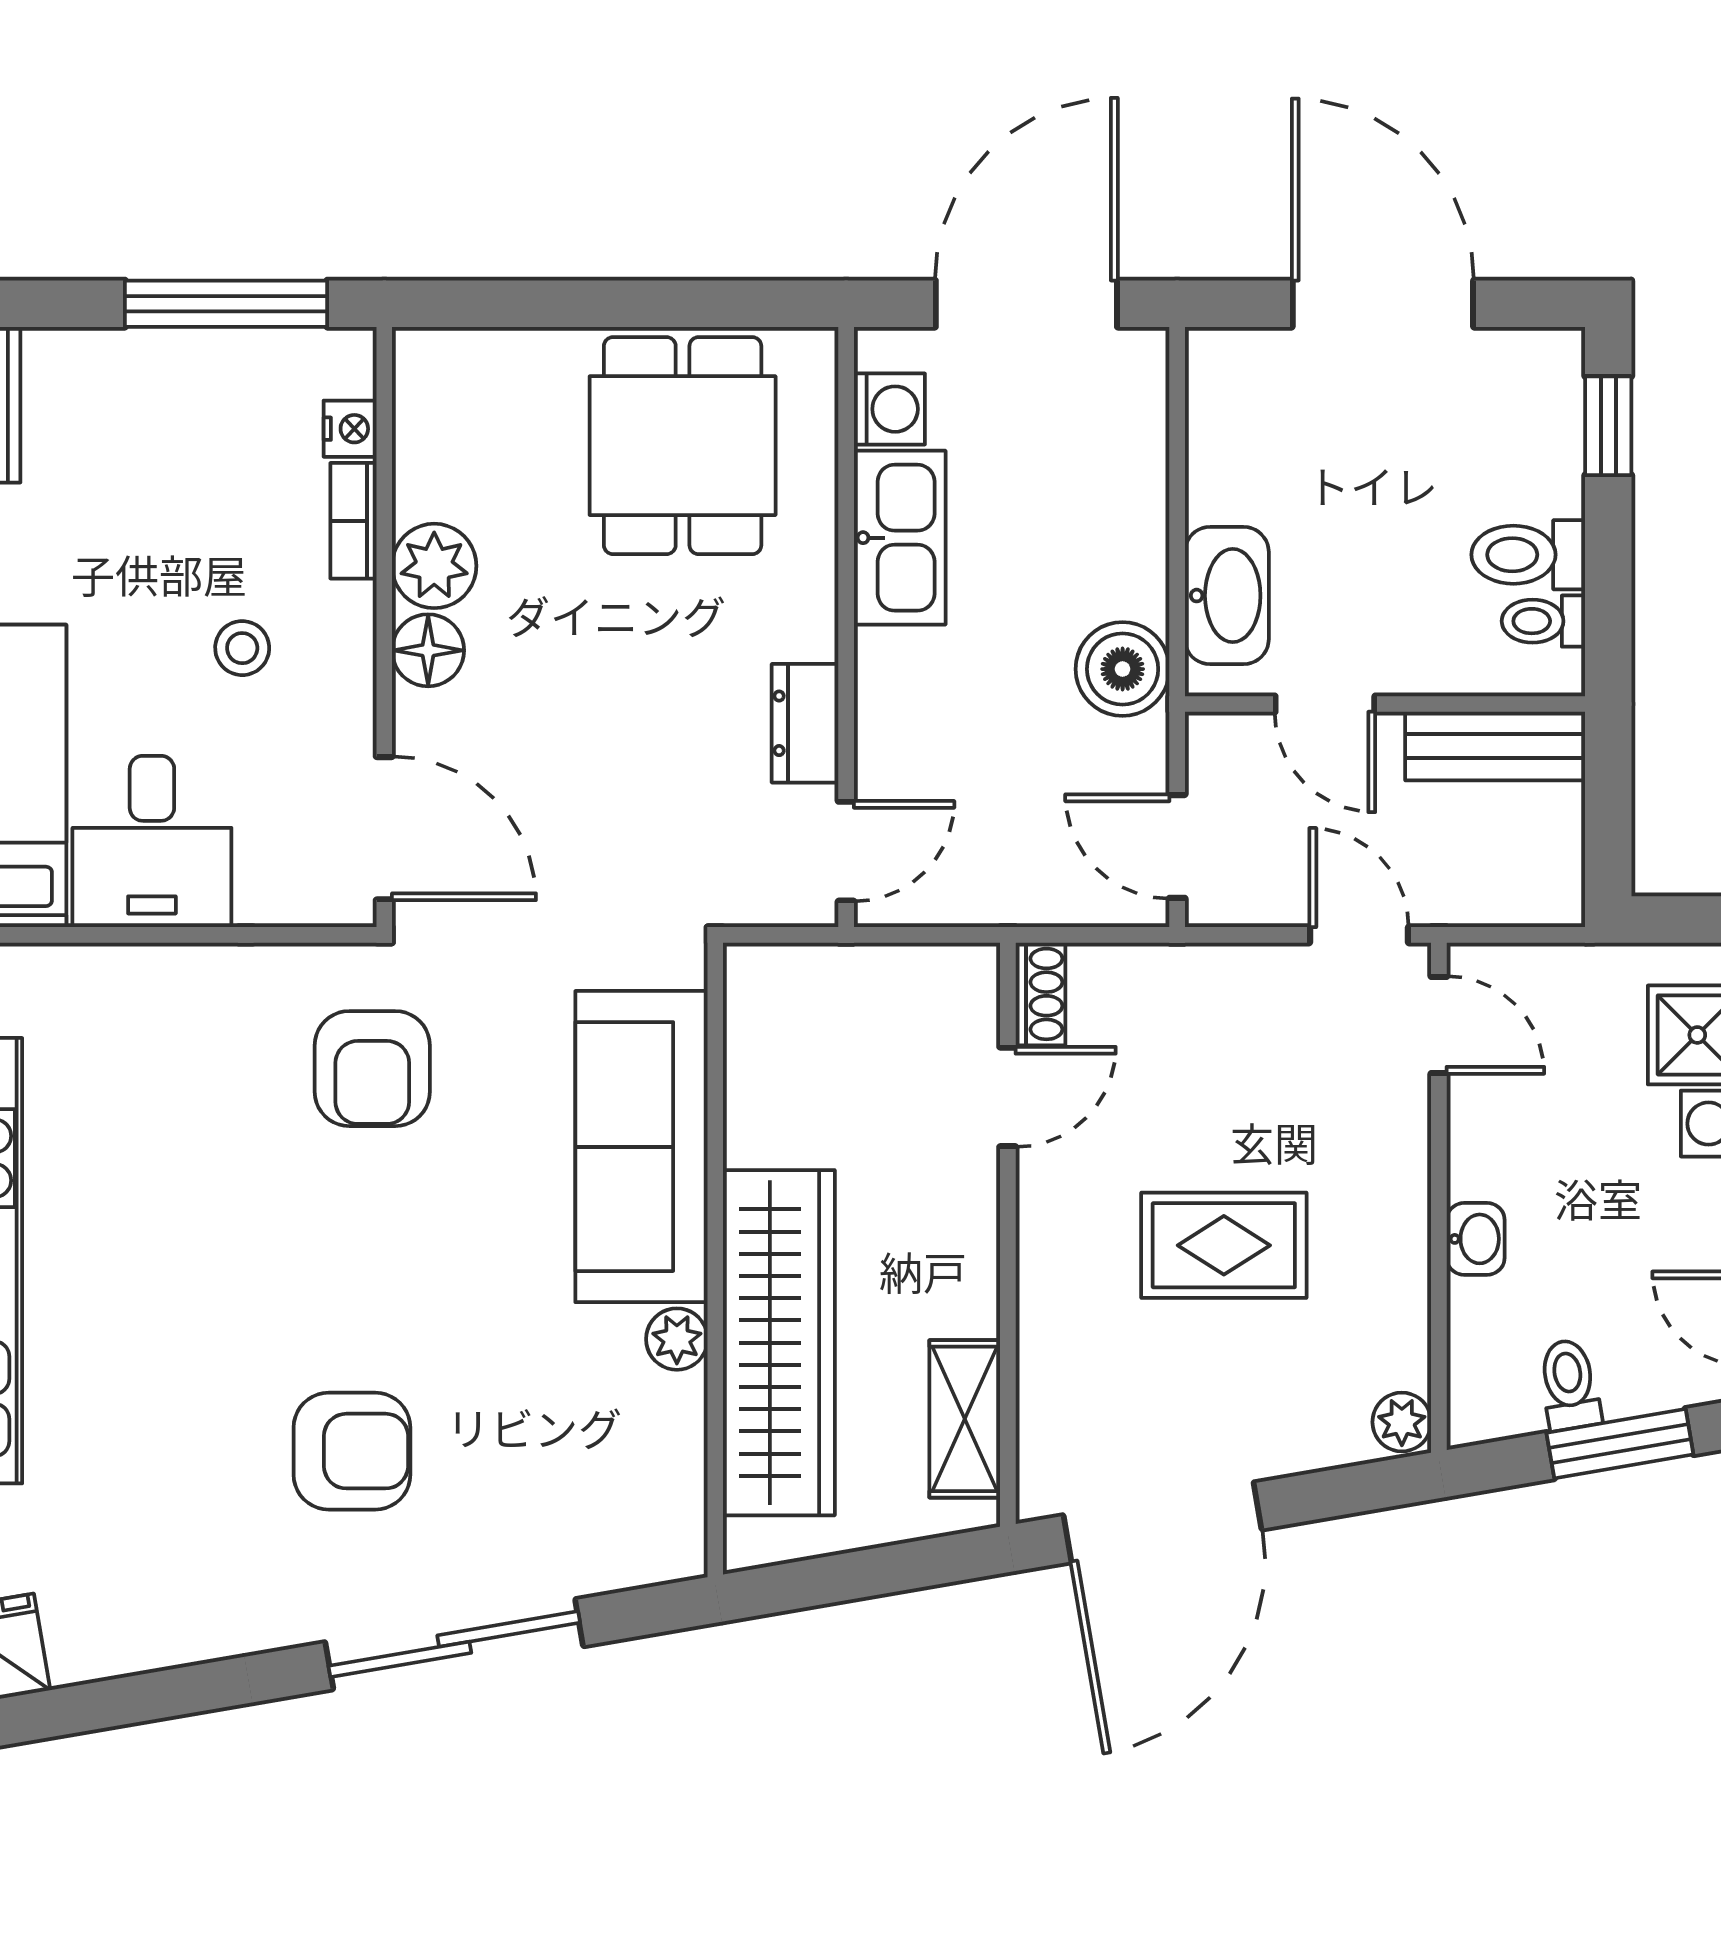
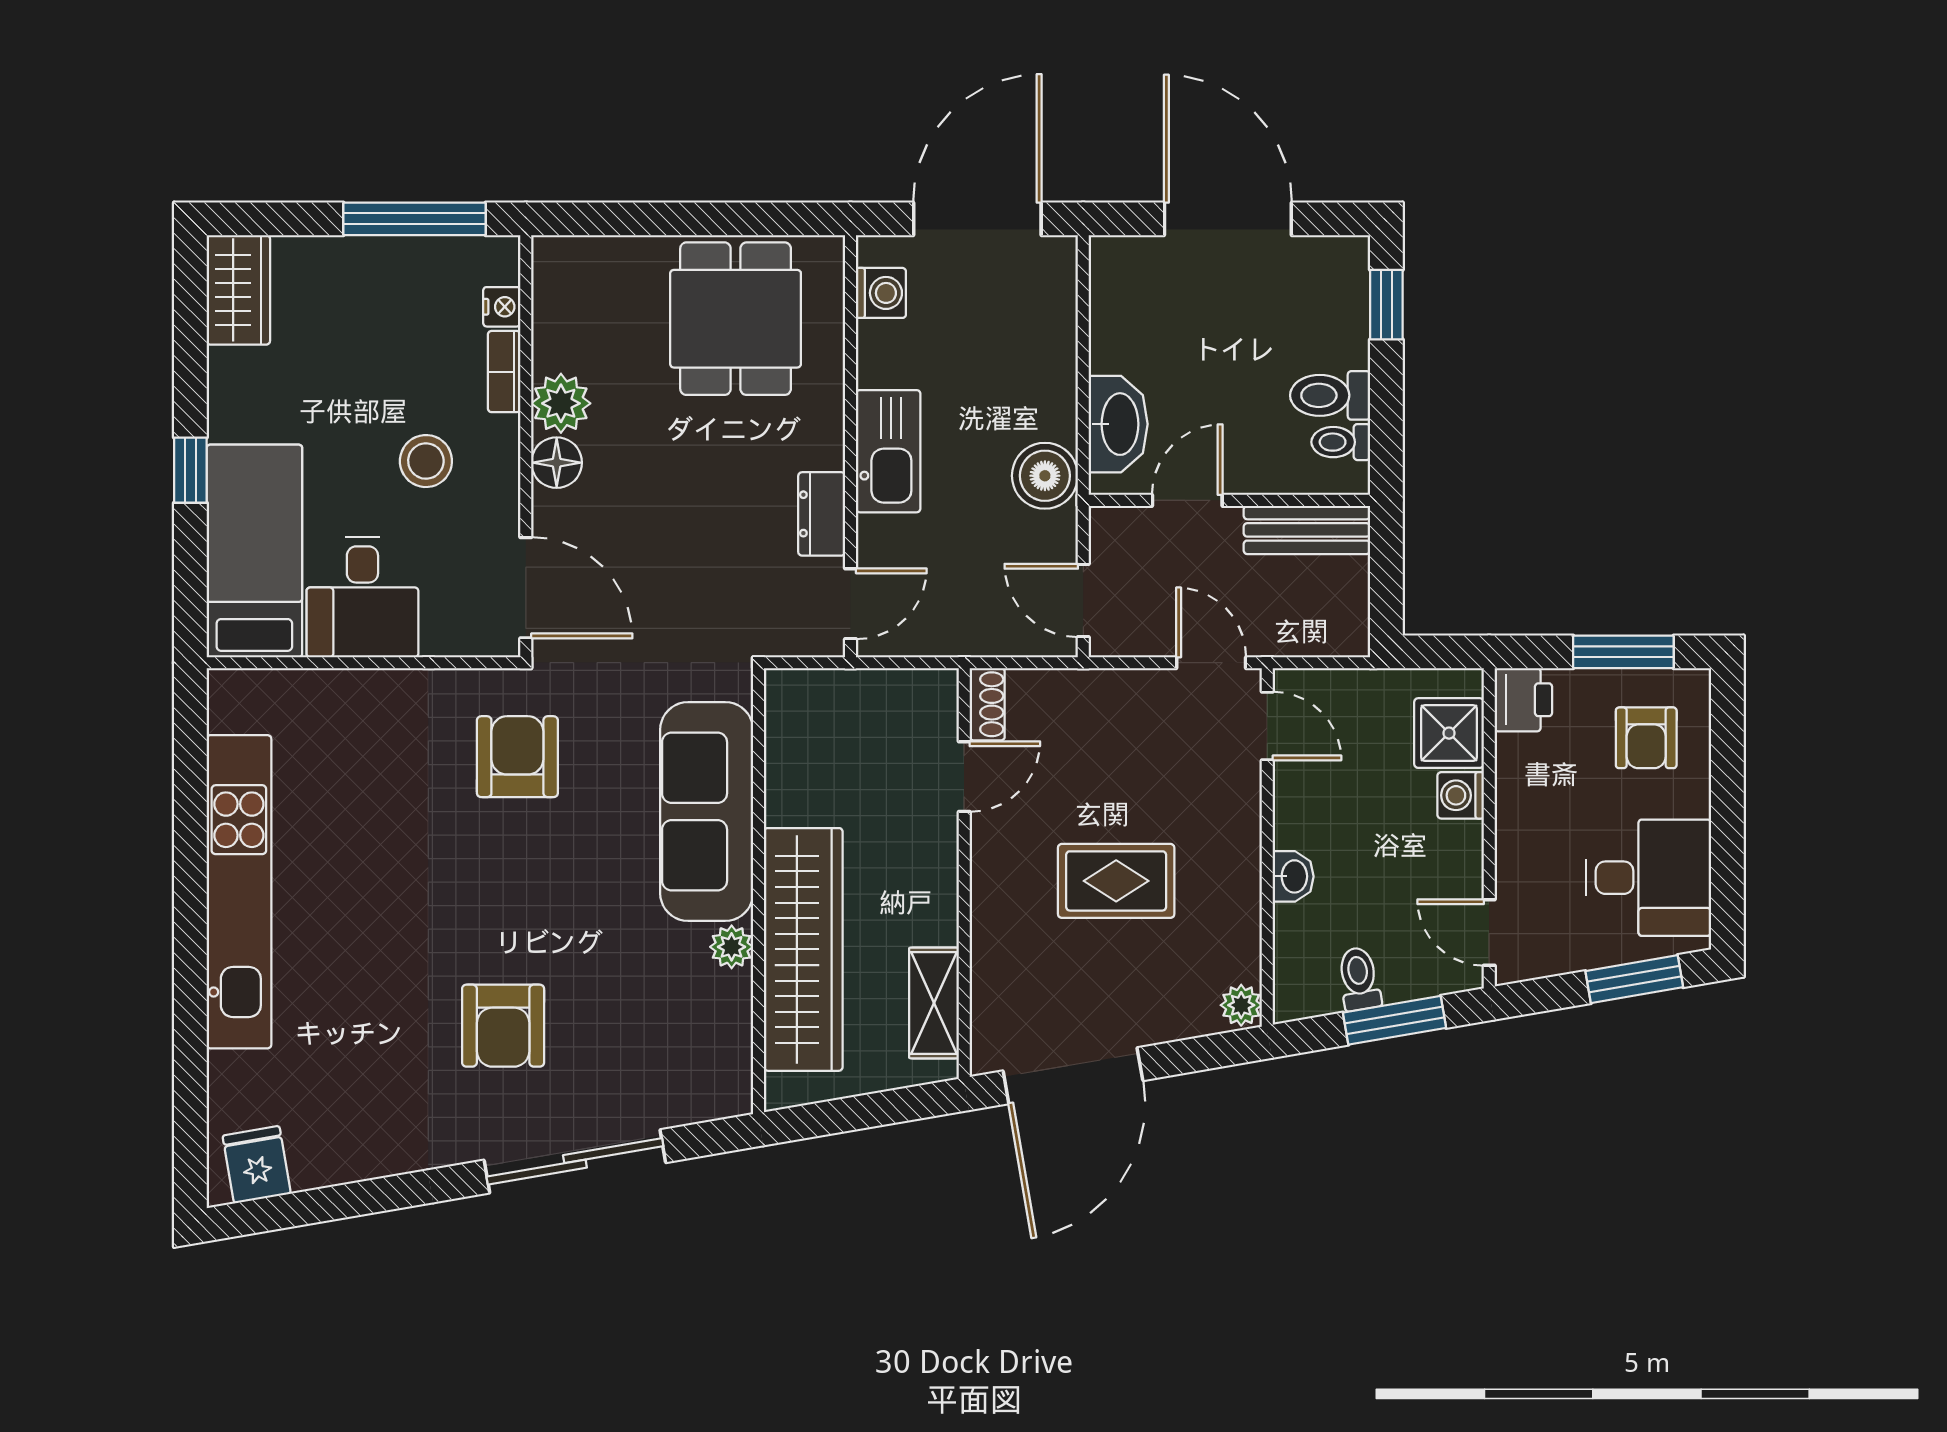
kitchen sink: (900, 538) -> (888, 451), moved
stool: (242, 648) -> (426, 461), width x1.37, depth x1.37
door: (1325, 704) -> (1187, 500), swing flipped
armchair: (372, 1069) -> (517, 757), turned 180
armchair: (352, 1451) -> (503, 1026), turned 90

